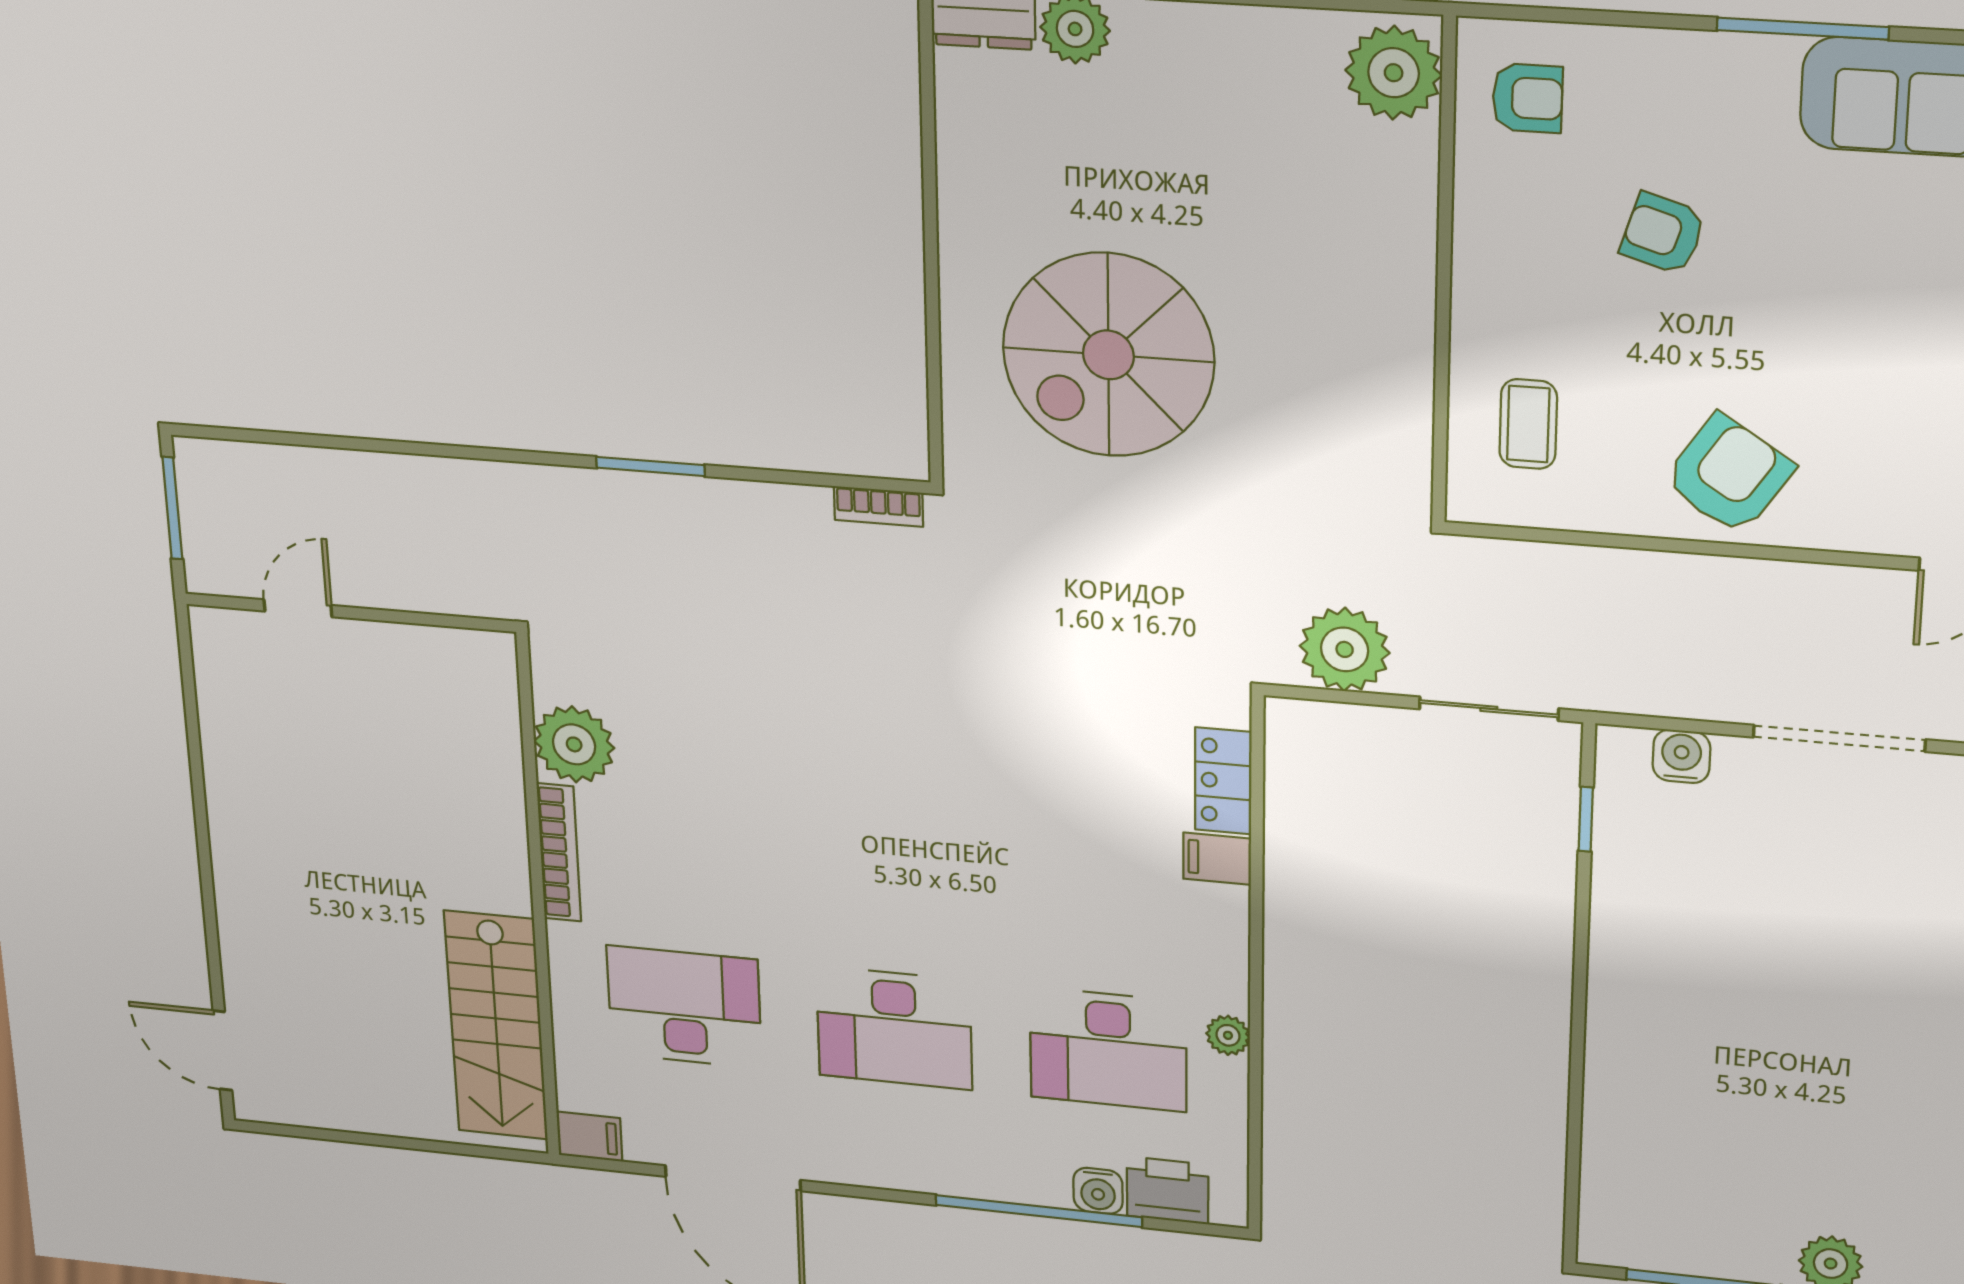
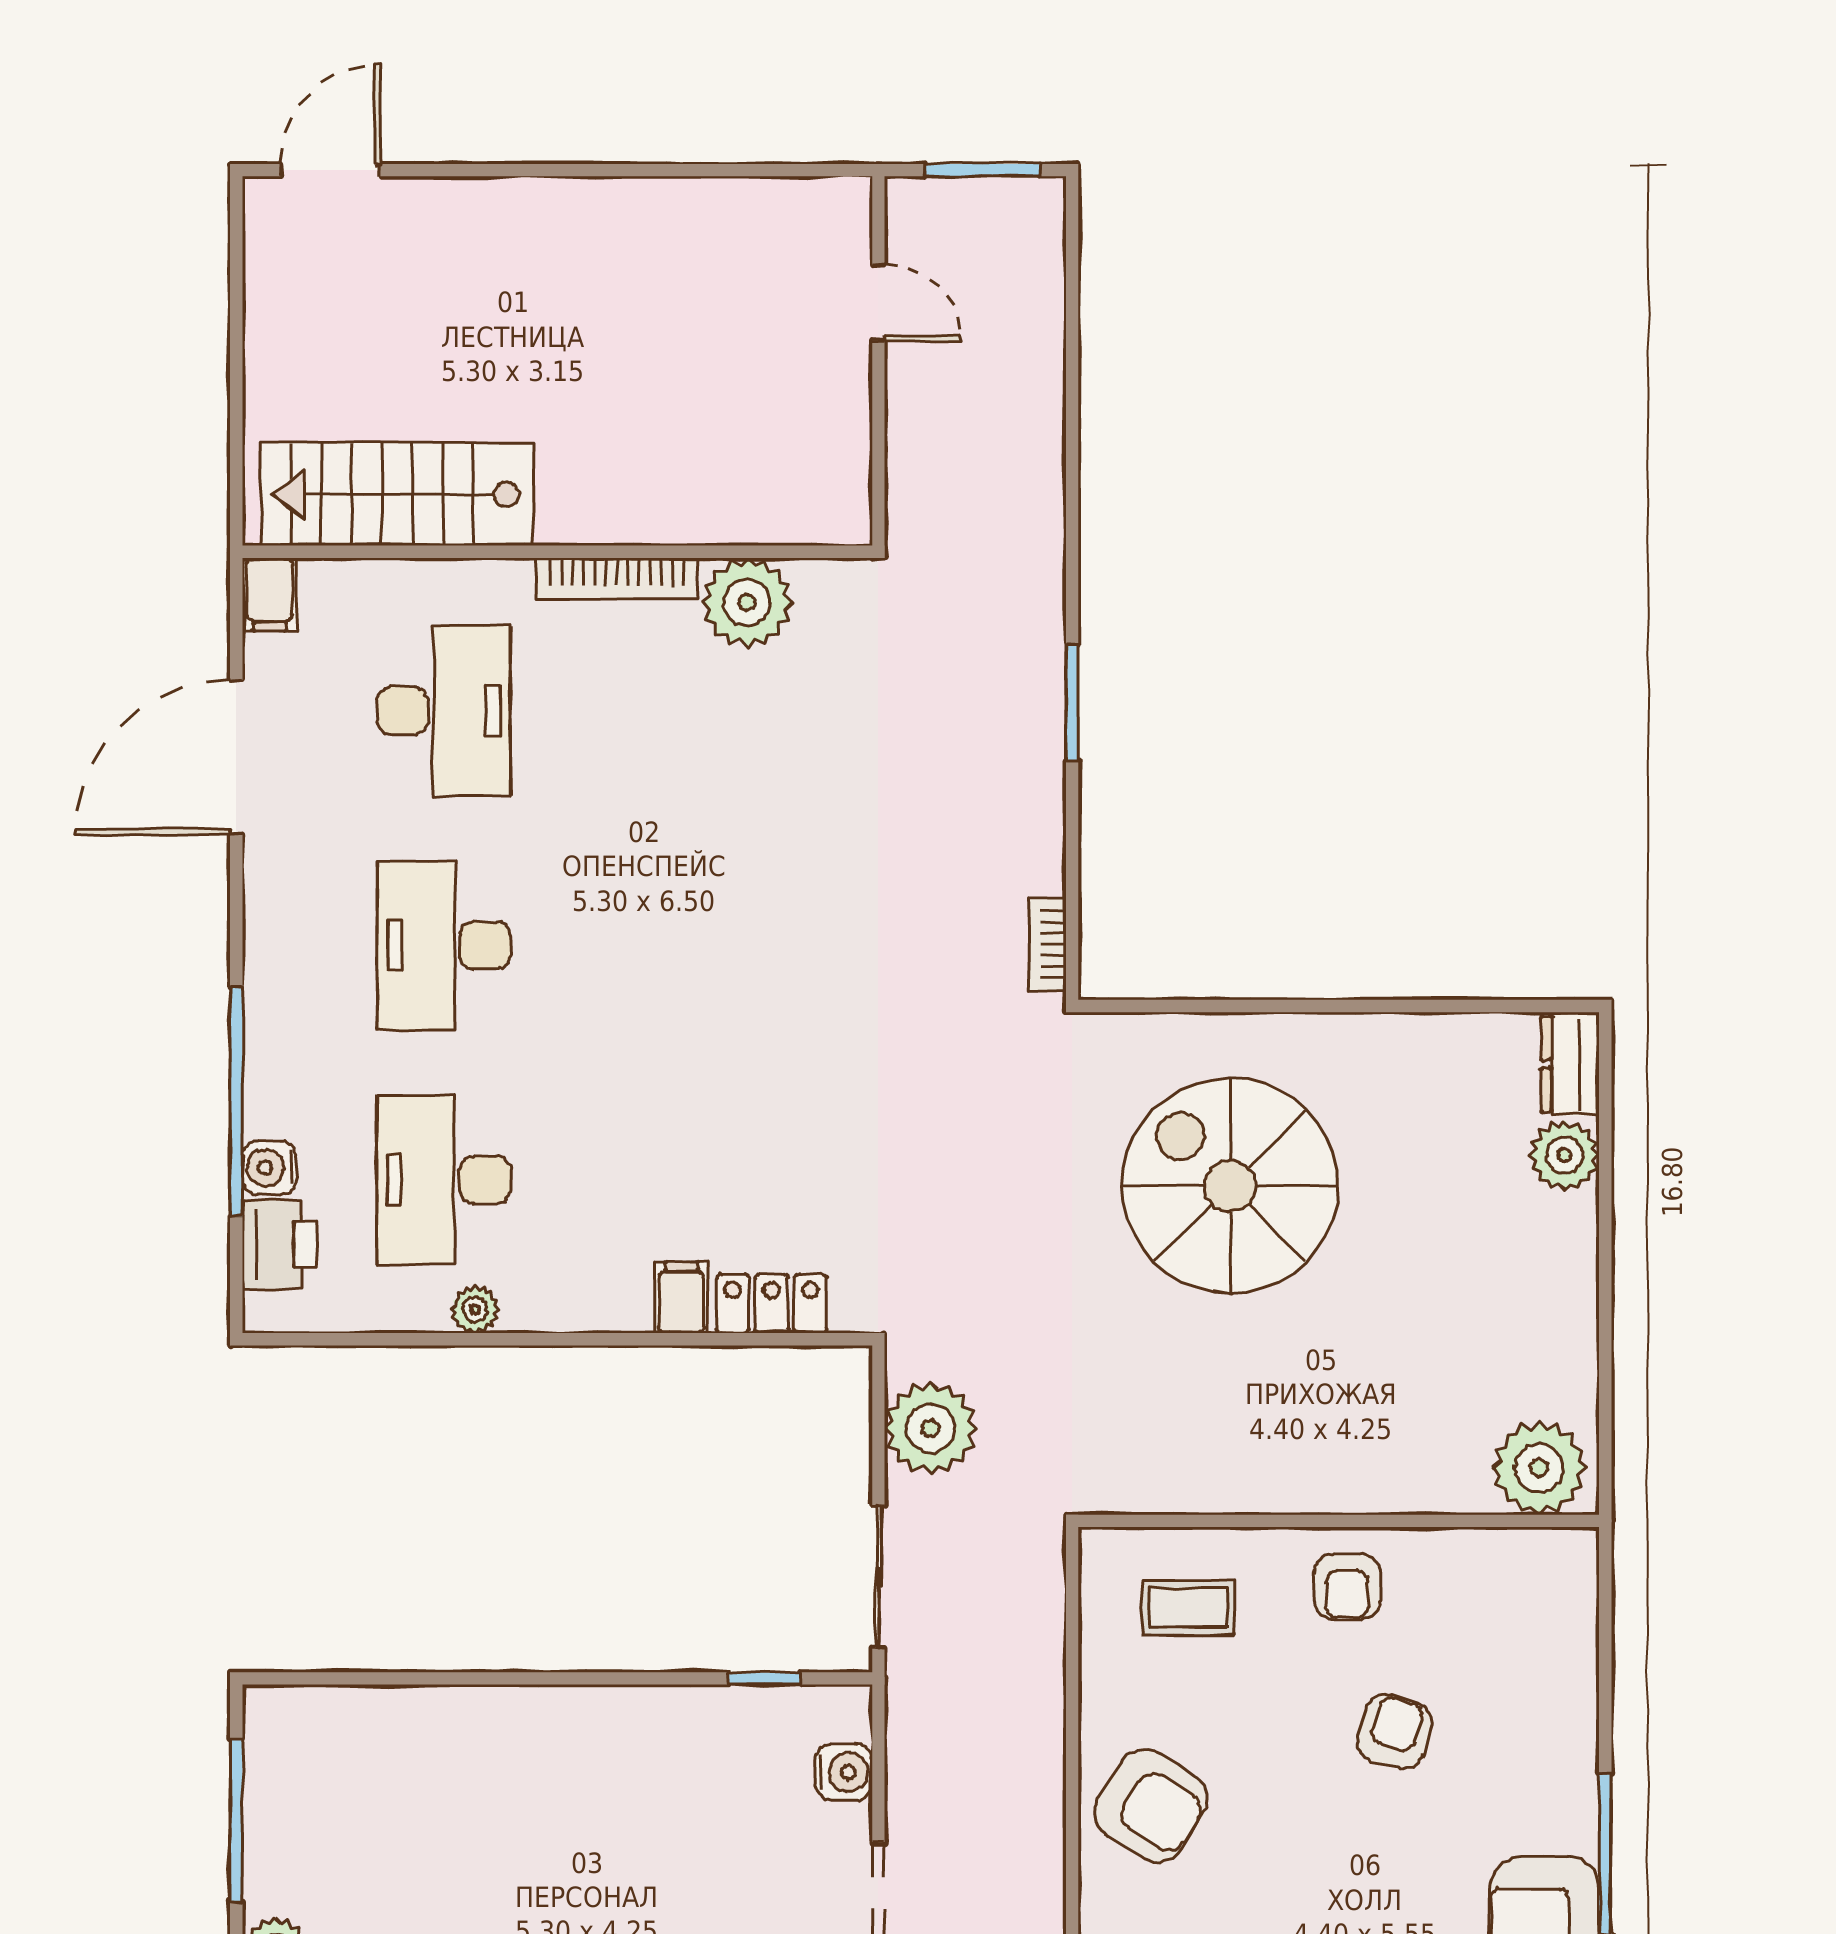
armchair: (1527, 98) -> (1347, 1586), moved

